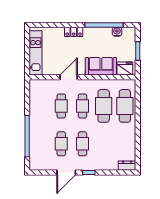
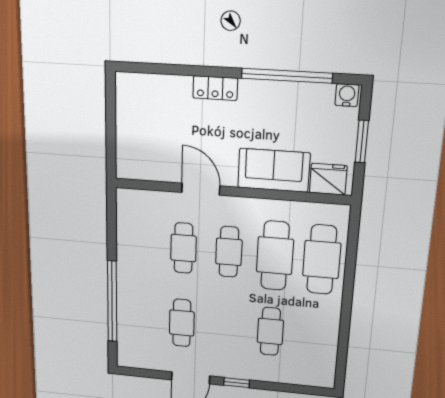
water cooler: (117, 32) -> (347, 95), moved
kitchen unit: (36, 53) -> (129, 131), removed
door: (69, 77) -> (201, 189), hinge flipped
cafe table: (82, 144) -> (270, 331), moved
dresser: (127, 166) -> (317, 378), removed

